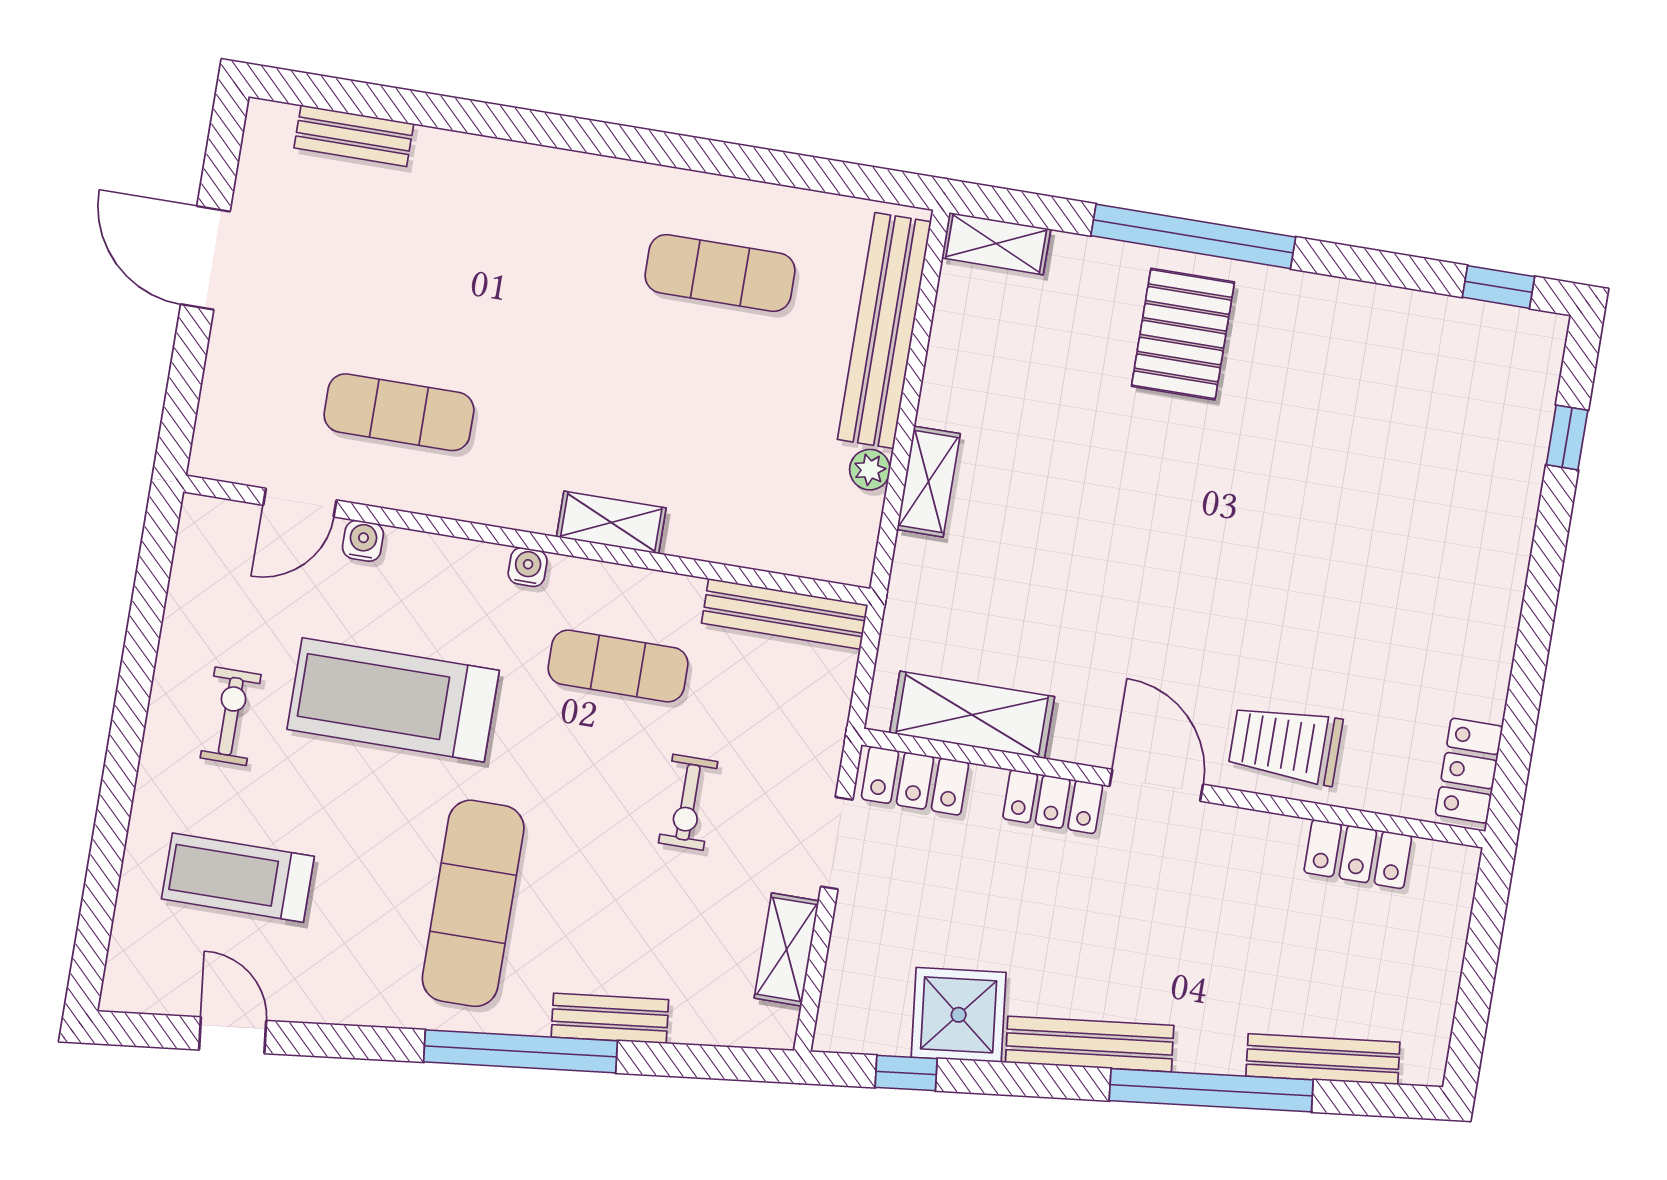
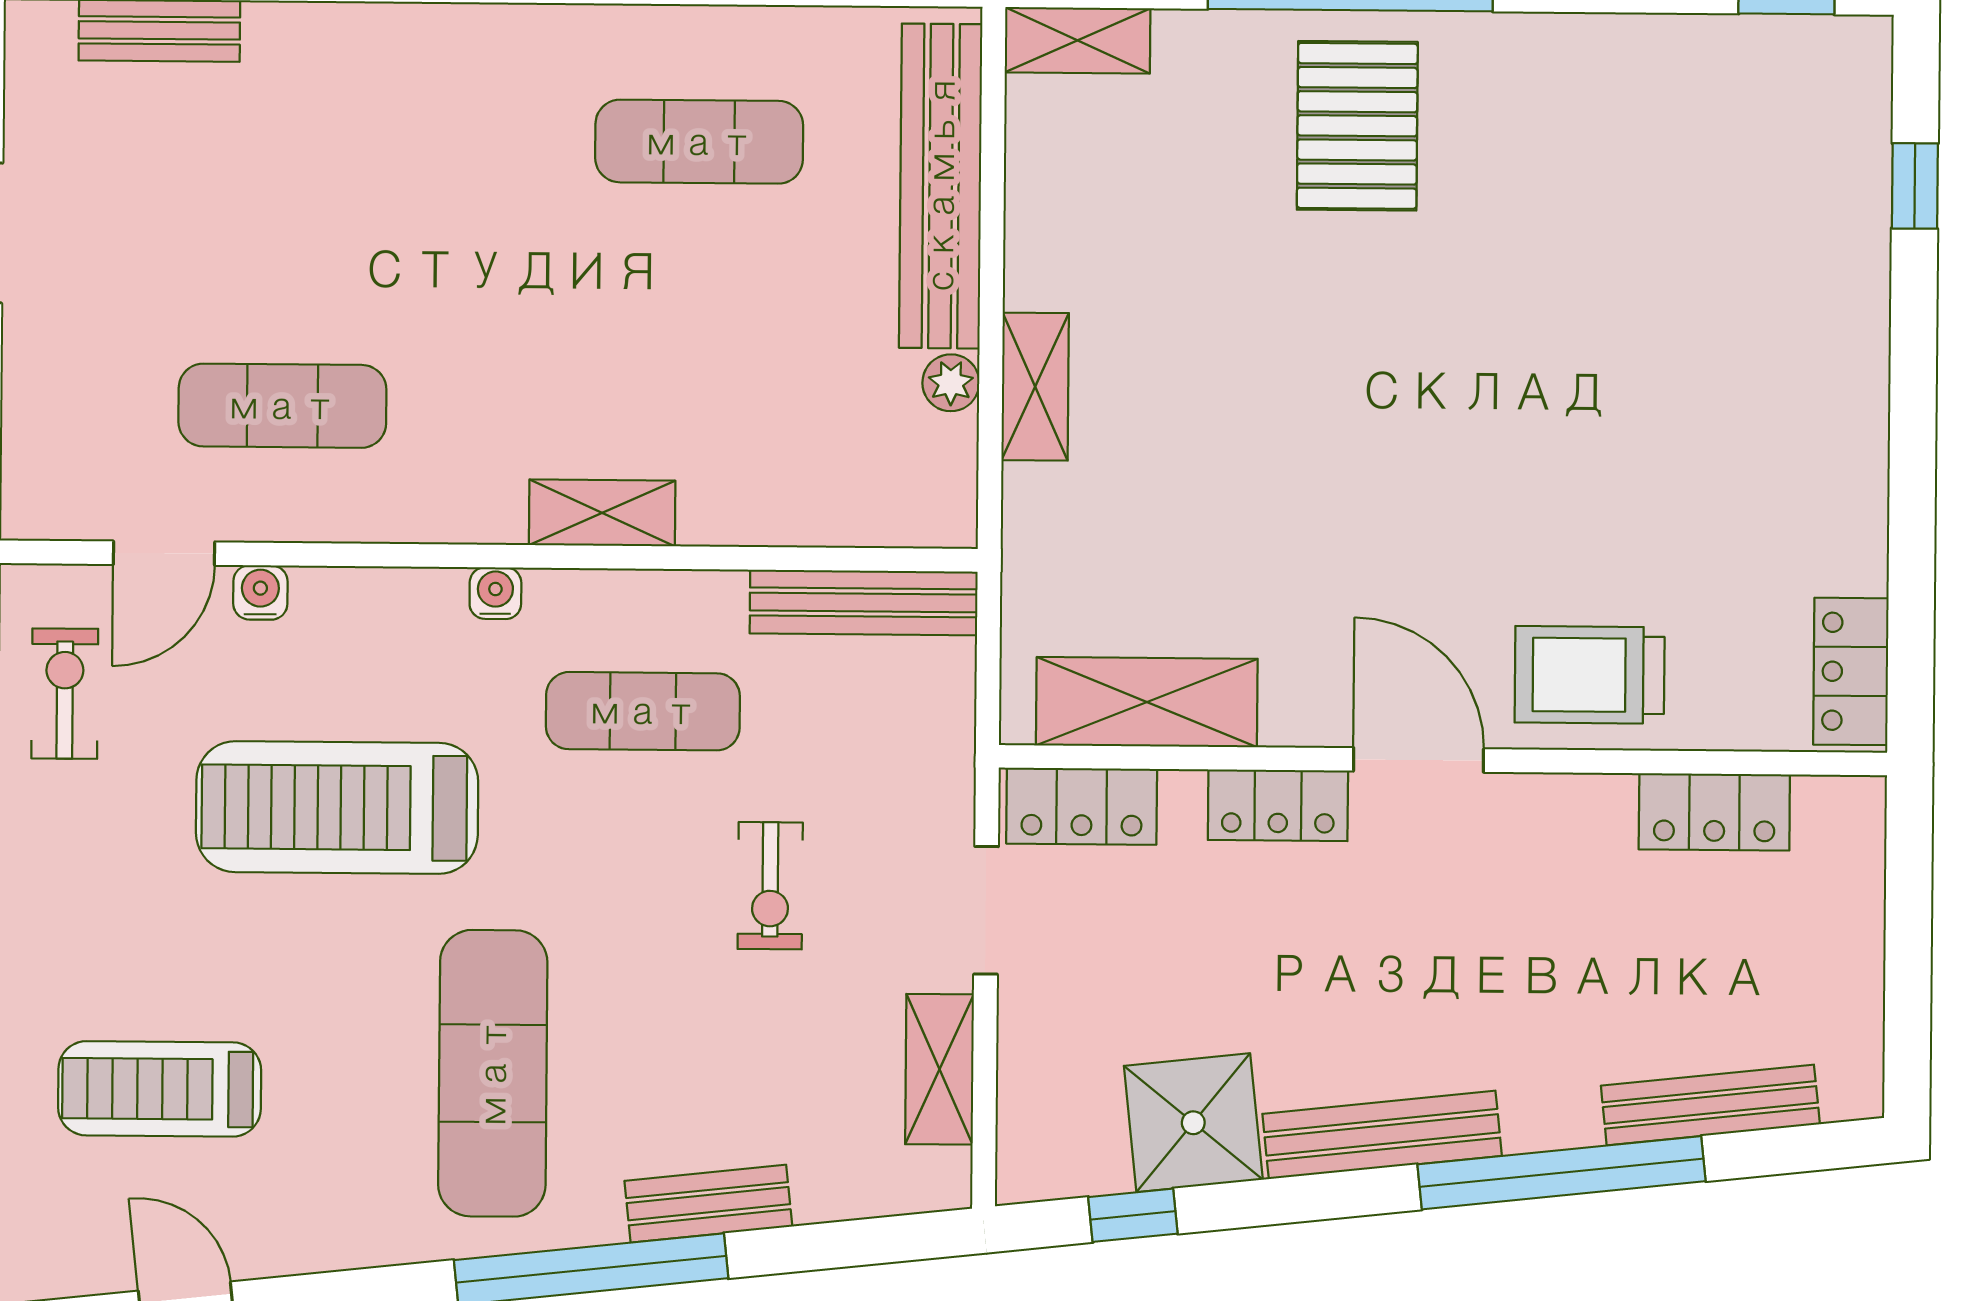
exercise bike: (231, 716) -> (65, 694), moved

